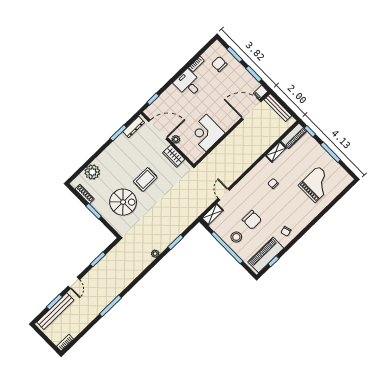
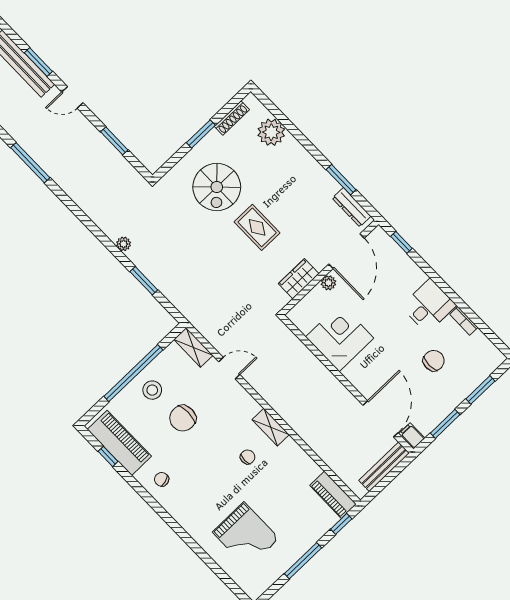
chair: (219, 64) -> (434, 361), moved
shelving: (276, 152) -> (271, 427), moved

